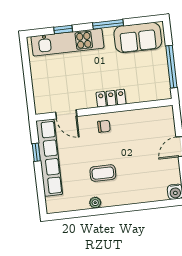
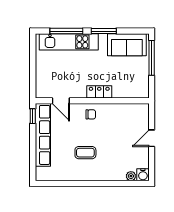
window: (63, 29) -> (66, 31), width x2.17
window: (171, 67) -> (152, 58), moved
window: (36, 152) -> (33, 116), moved
plant: (95, 203) -> (131, 176), moved

